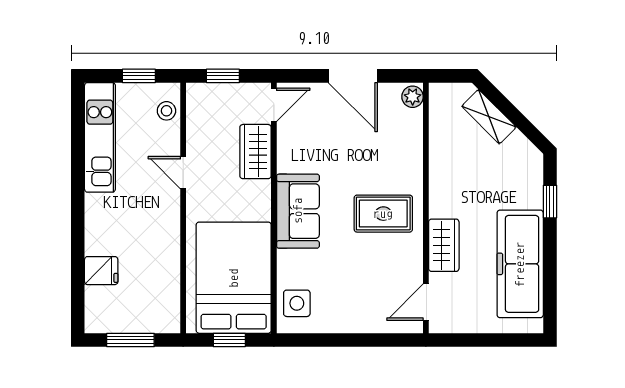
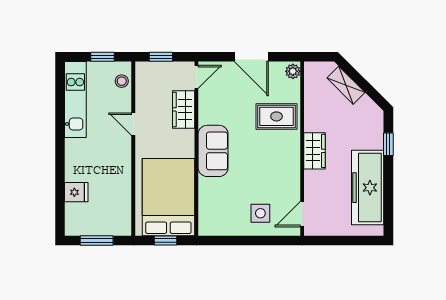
rug: (383, 214) -> (276, 116), moved
wardrobe: (444, 245) -> (315, 151), moved
side table: (297, 303) -> (260, 213), moved

